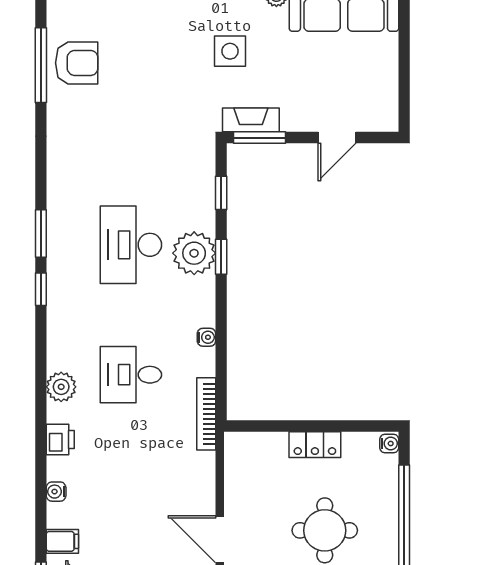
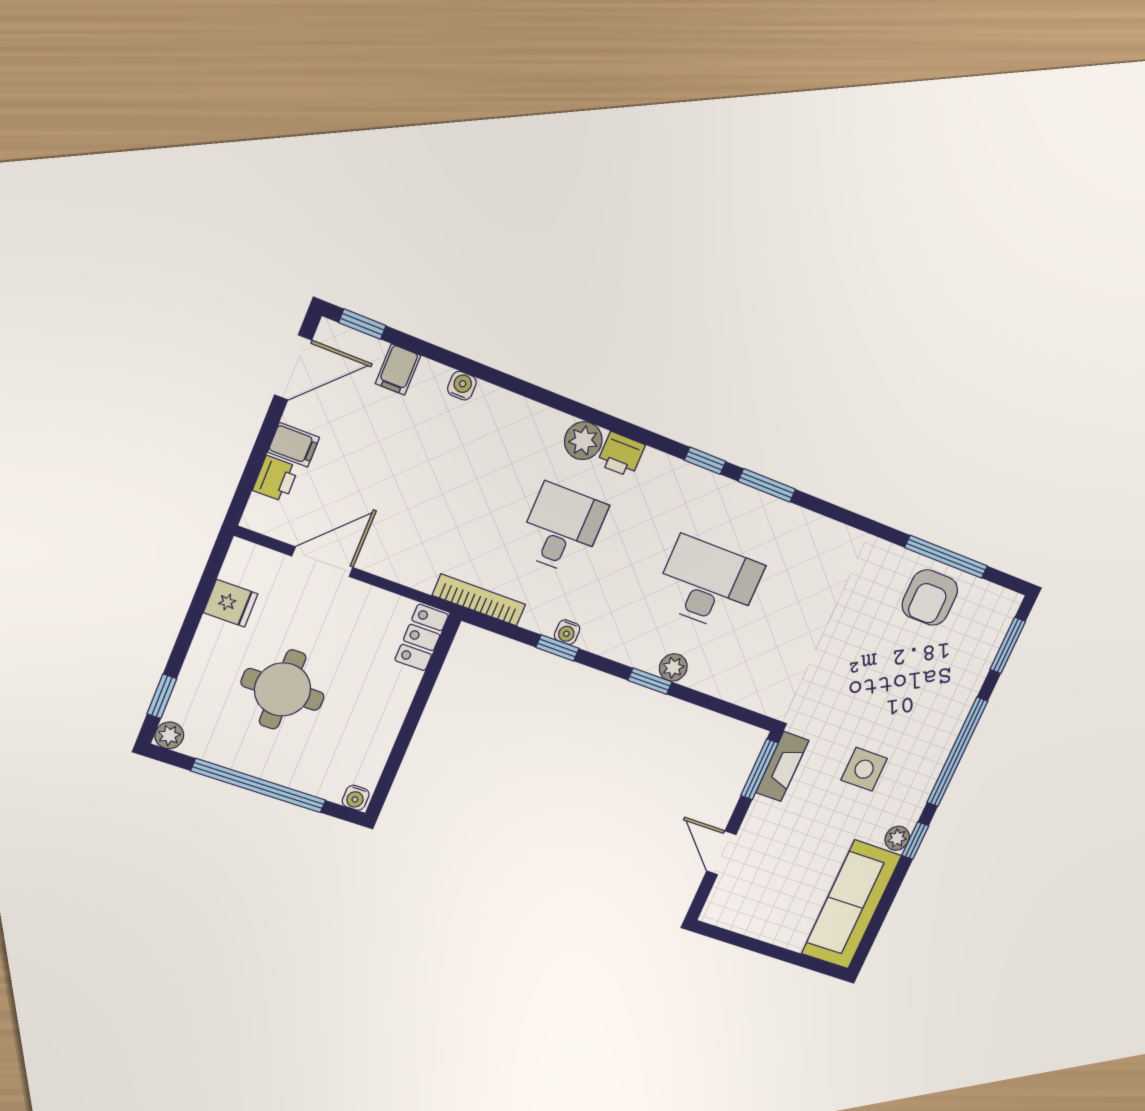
window: (221, 193) -> (557, 648), moved
plant: (194, 253) -> (673, 667), width x0.53, depth x0.53
printer: (60, 440) -> (621, 454), moved
locker: (315, 445) -> (422, 637), moved

